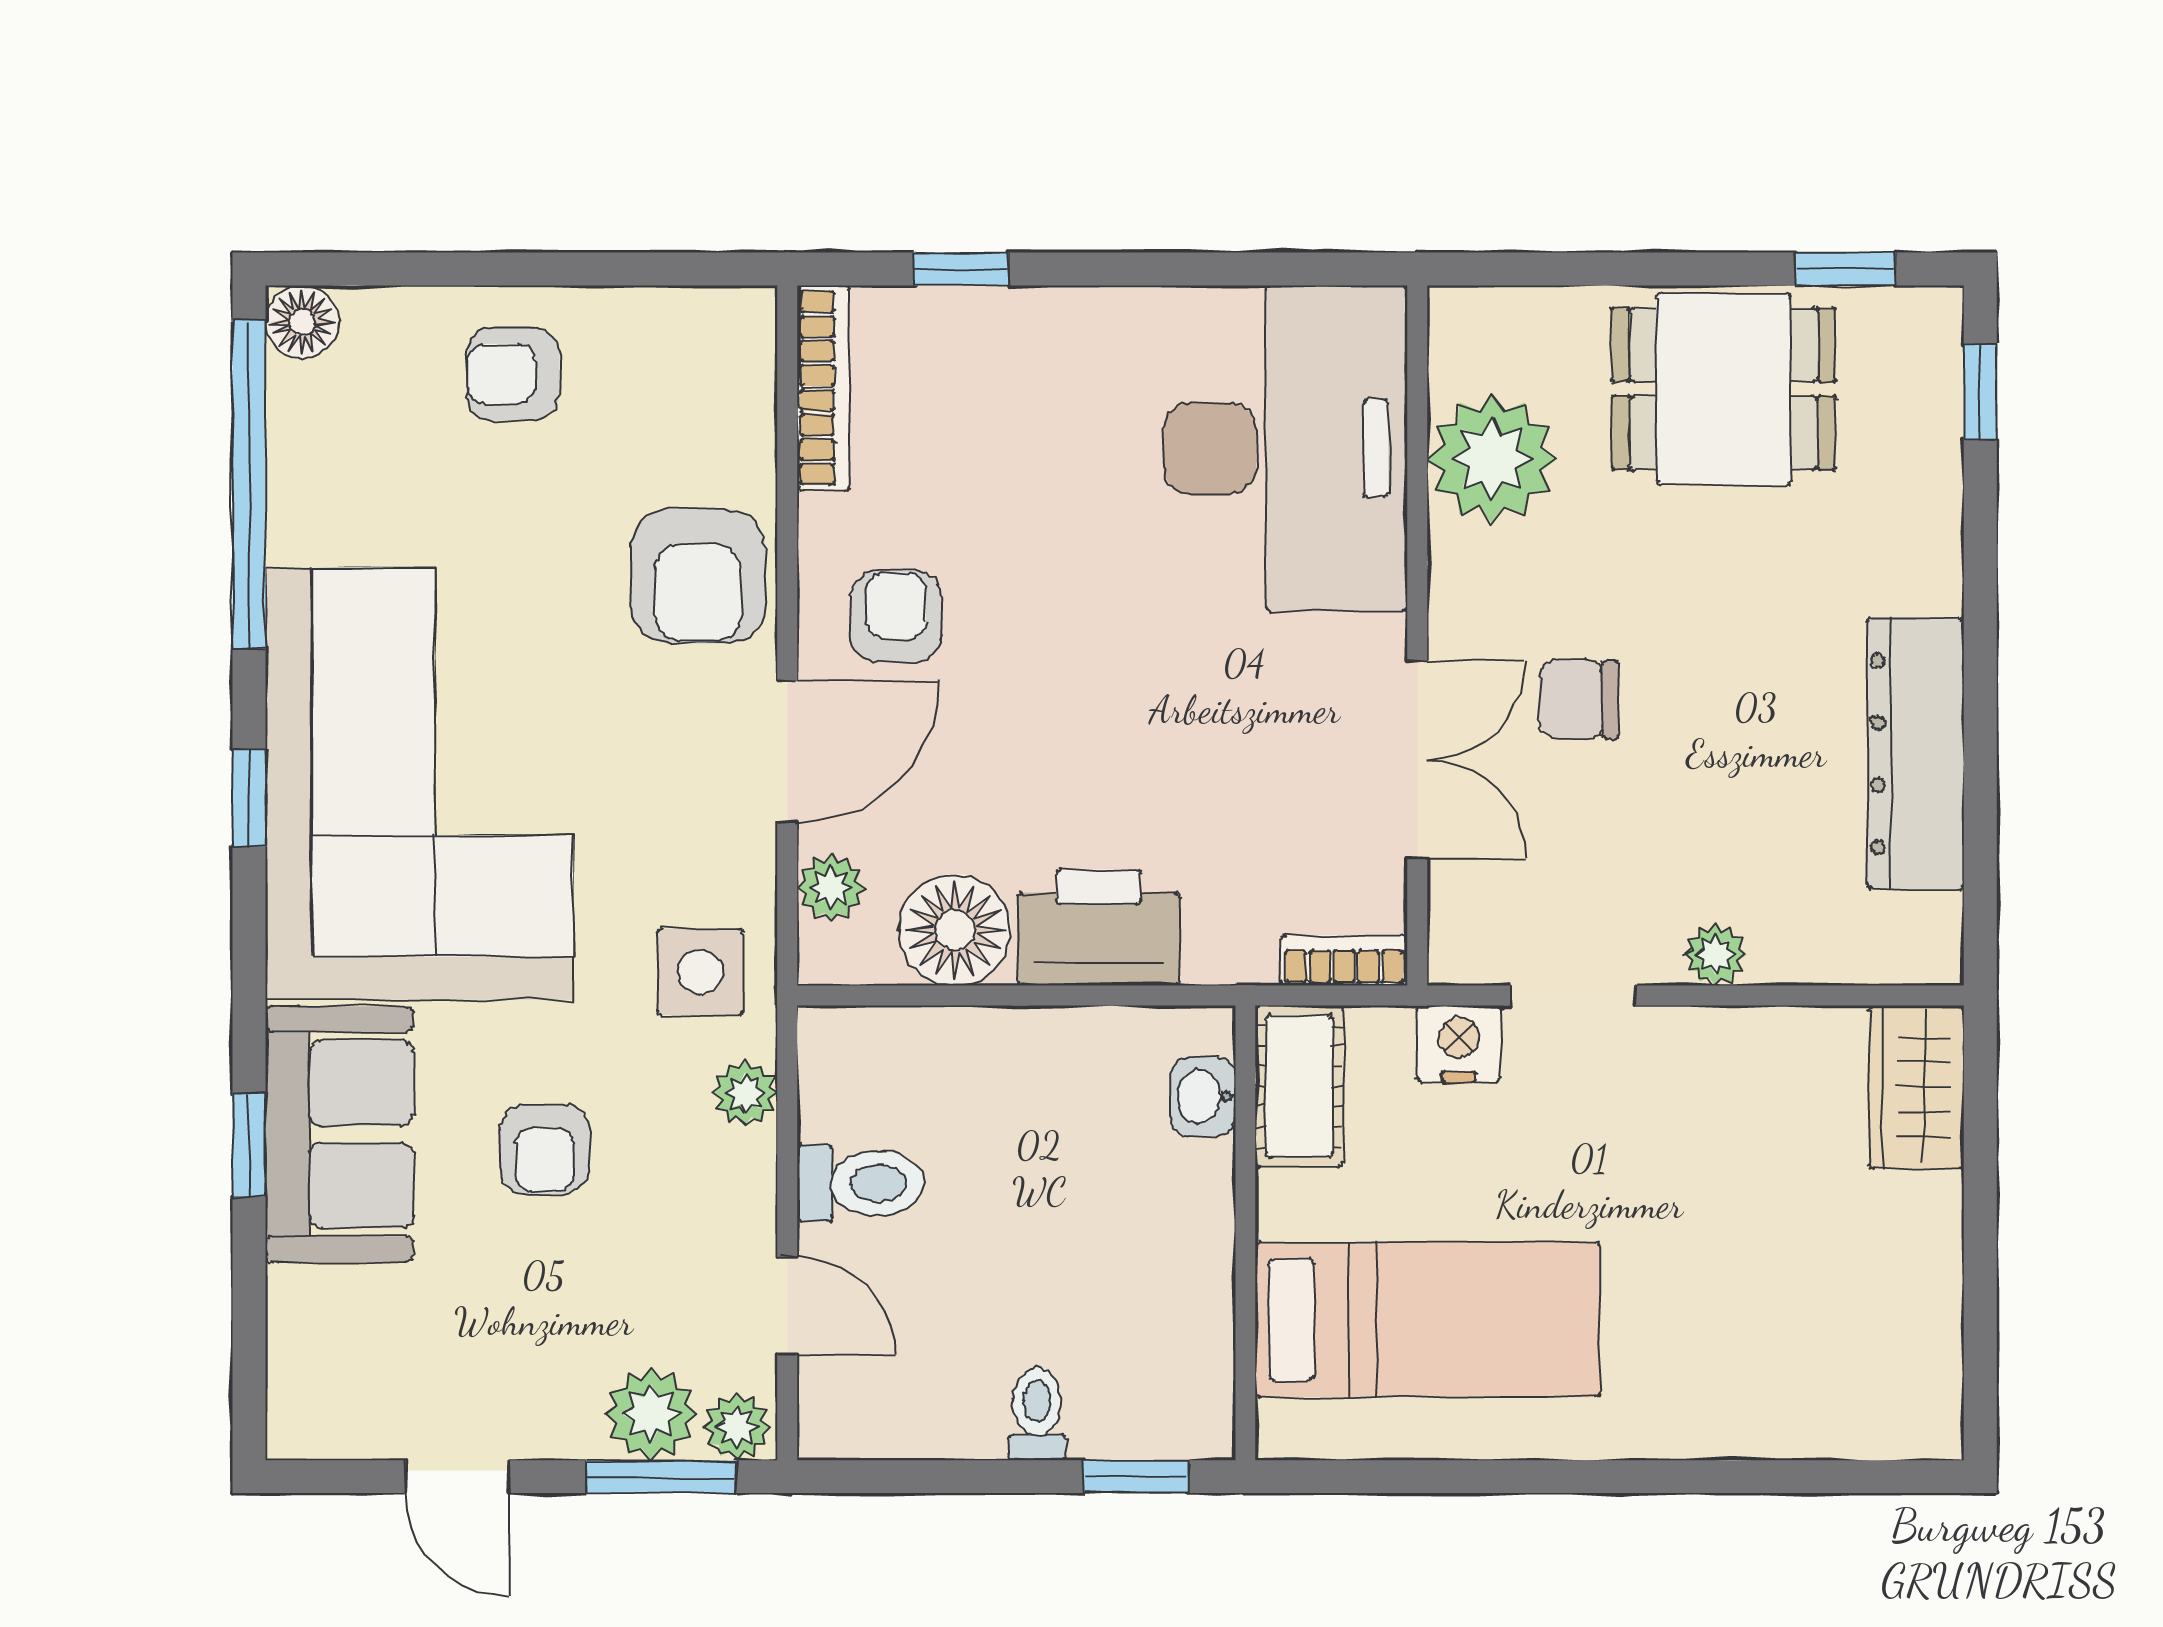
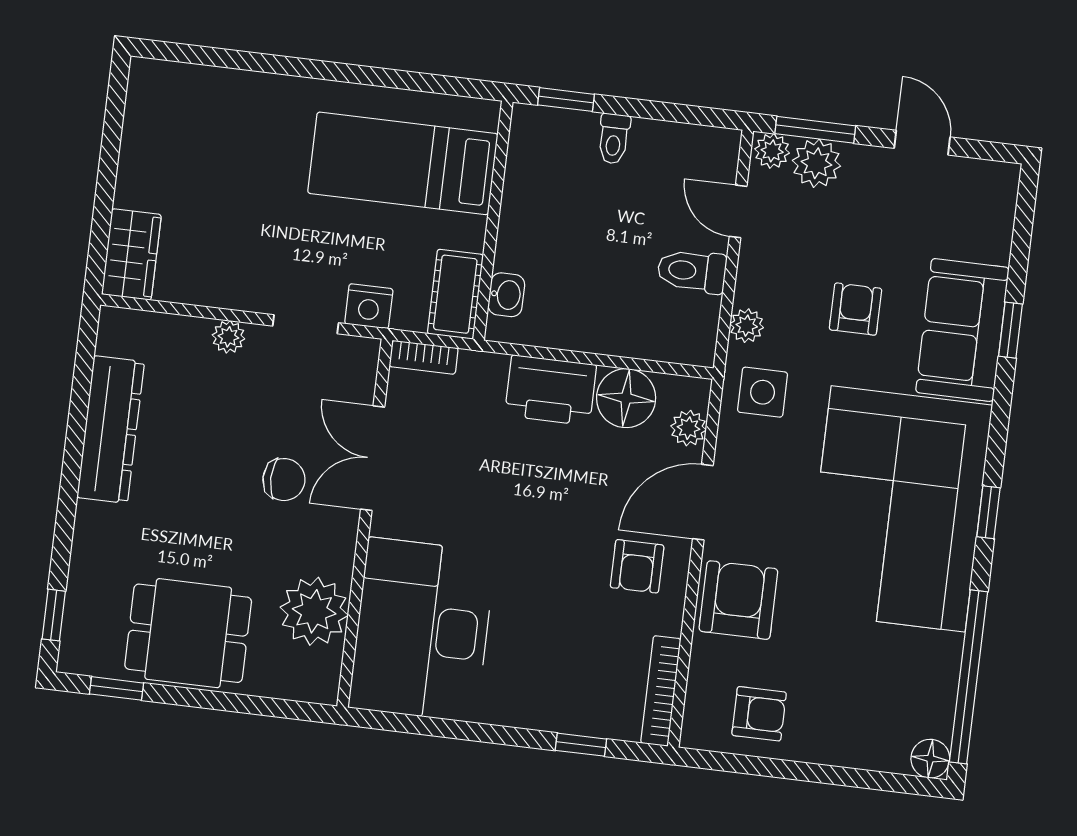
armchair: (513, 374) -> (759, 714), moved

